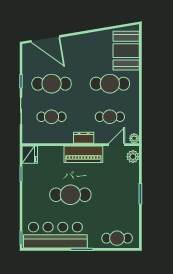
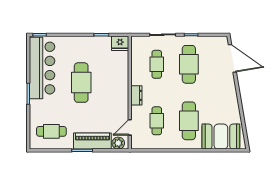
door: (45, 39) -> (232, 58), swing flipped
plant: (134, 138) -> (136, 144), removed
door: (117, 145) -> (130, 127), swing flipped
piano: (83, 154) -> (92, 141), moved, turned 90
cafe table: (117, 238) -> (51, 131), moved, turned 90

